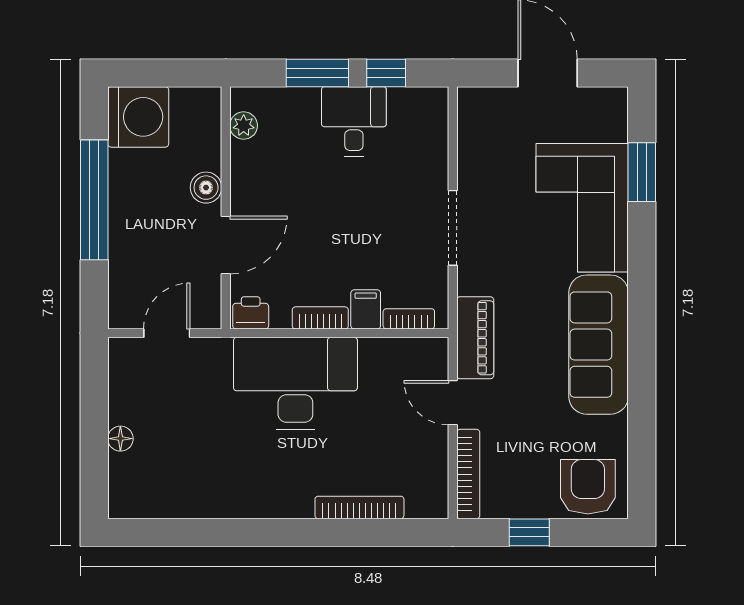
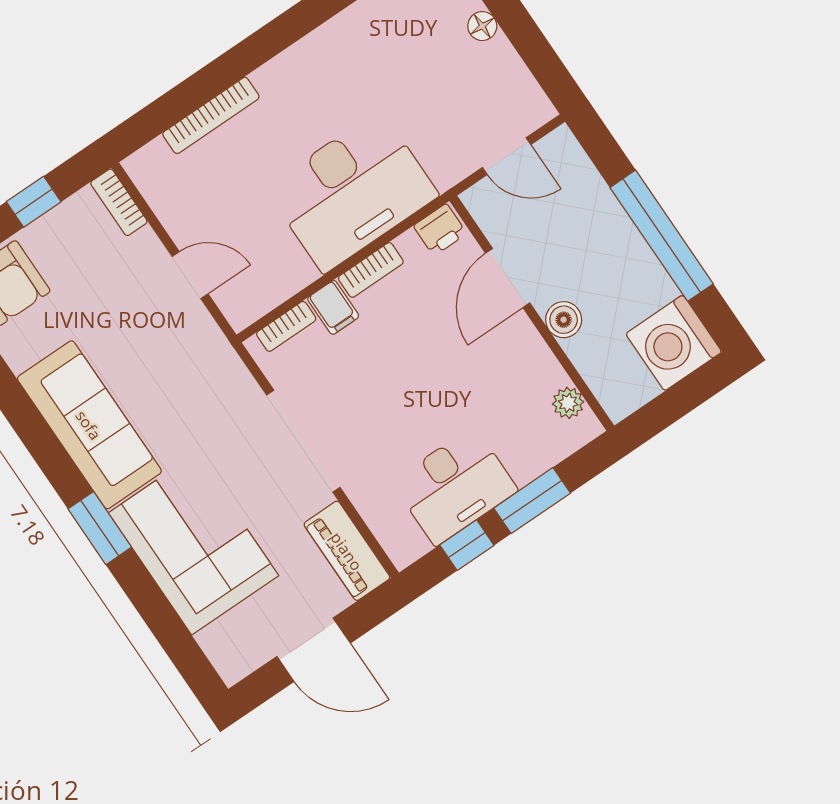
desk: (354, 121) -> (455, 486), width x1.37
window: (642, 172) -> (100, 528), moved
doorway: (453, 228) -> (303, 441), width x1.36
door: (167, 333) -> (507, 156), hinge flipped
piano: (475, 338) -> (347, 551), moved
bookcase: (468, 474) -> (119, 202), width x0.64

